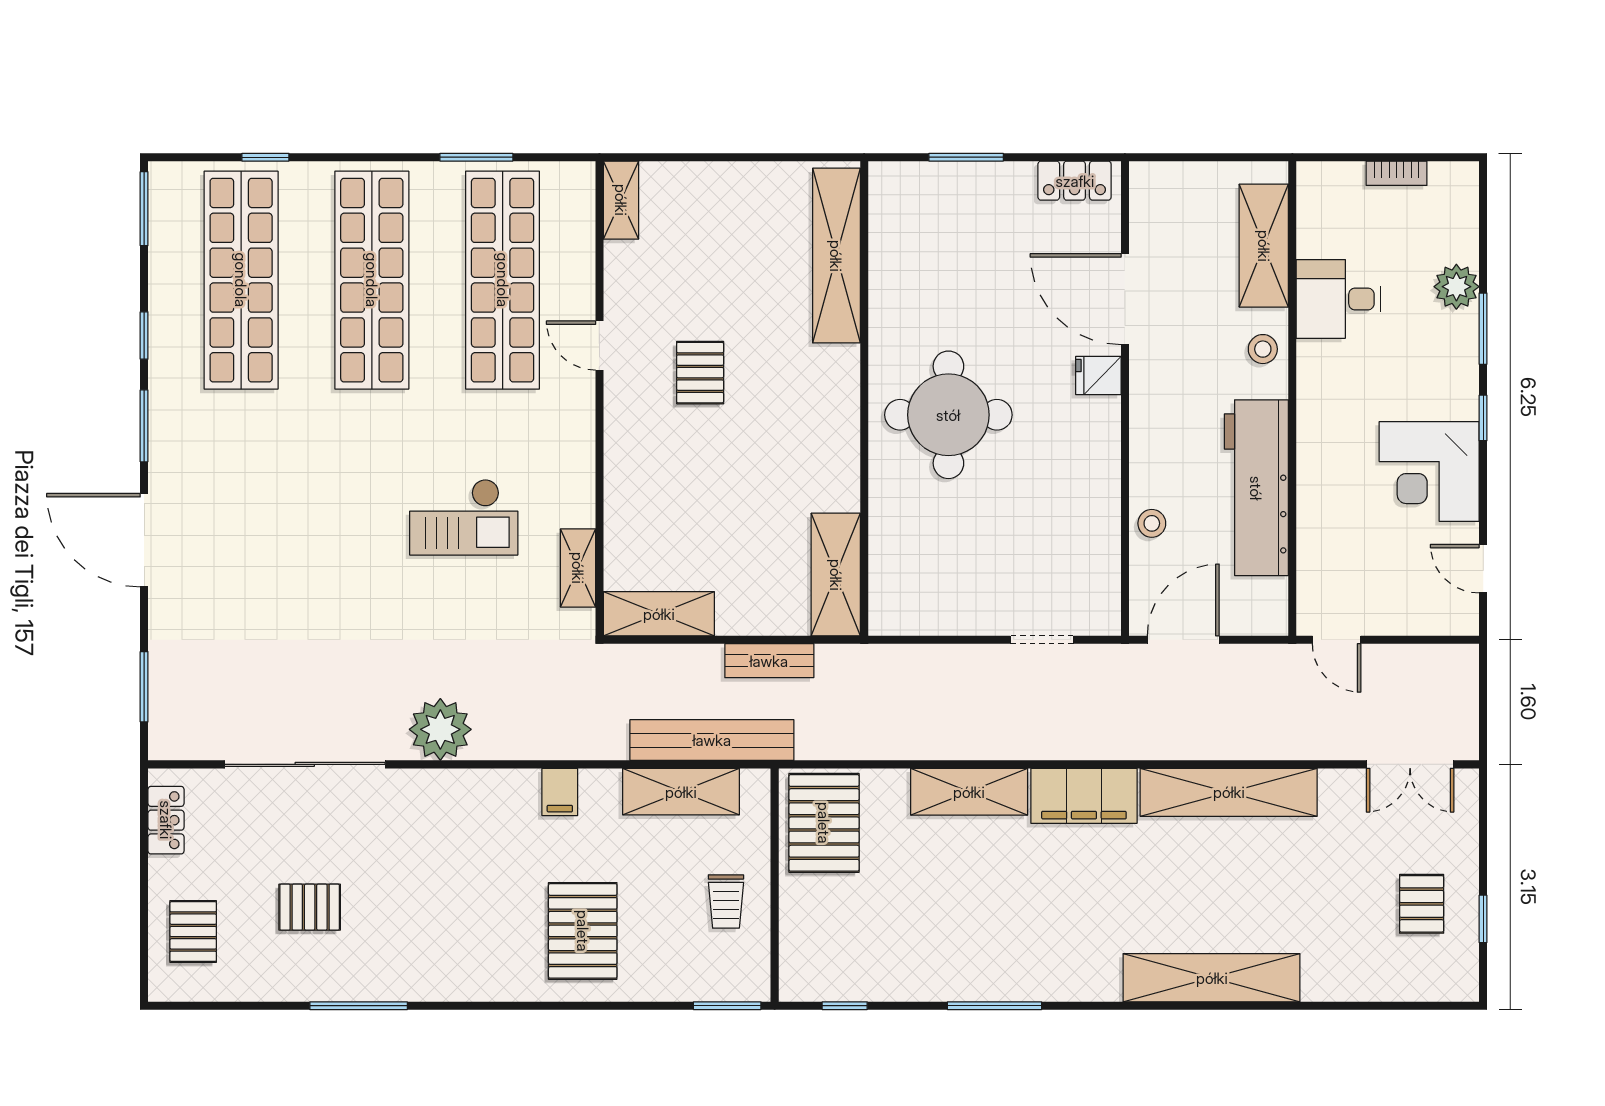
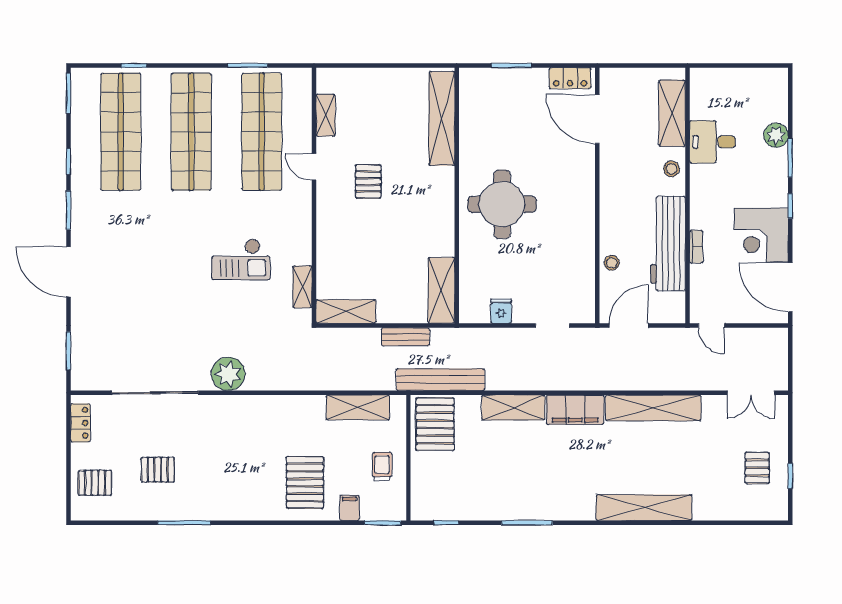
bookcase: (1397, 173) -> (696, 247), moved, turned -90
shelving: (621, 200) -> (326, 115), moved
door: (1125, 299) -> (597, 119), moved
fridge: (1098, 375) -> (501, 311), moved, turned 90
door: (1483, 569) -> (790, 287), width x1.88
bench: (712, 740) -> (440, 380), moved
filing cabinet: (560, 792) -> (349, 508), moved, turned 180
trolley: (726, 901) -> (382, 467), turned 180
pallet: (193, 932) -> (95, 483), turned 90

